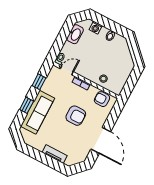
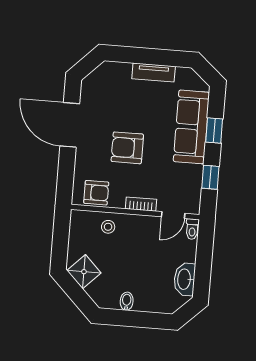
washing machine: (96, 28) -> (156, 304), removed
shower: (126, 61) -> (84, 272), added
tv unit: (55, 154) -> (154, 72), moved

